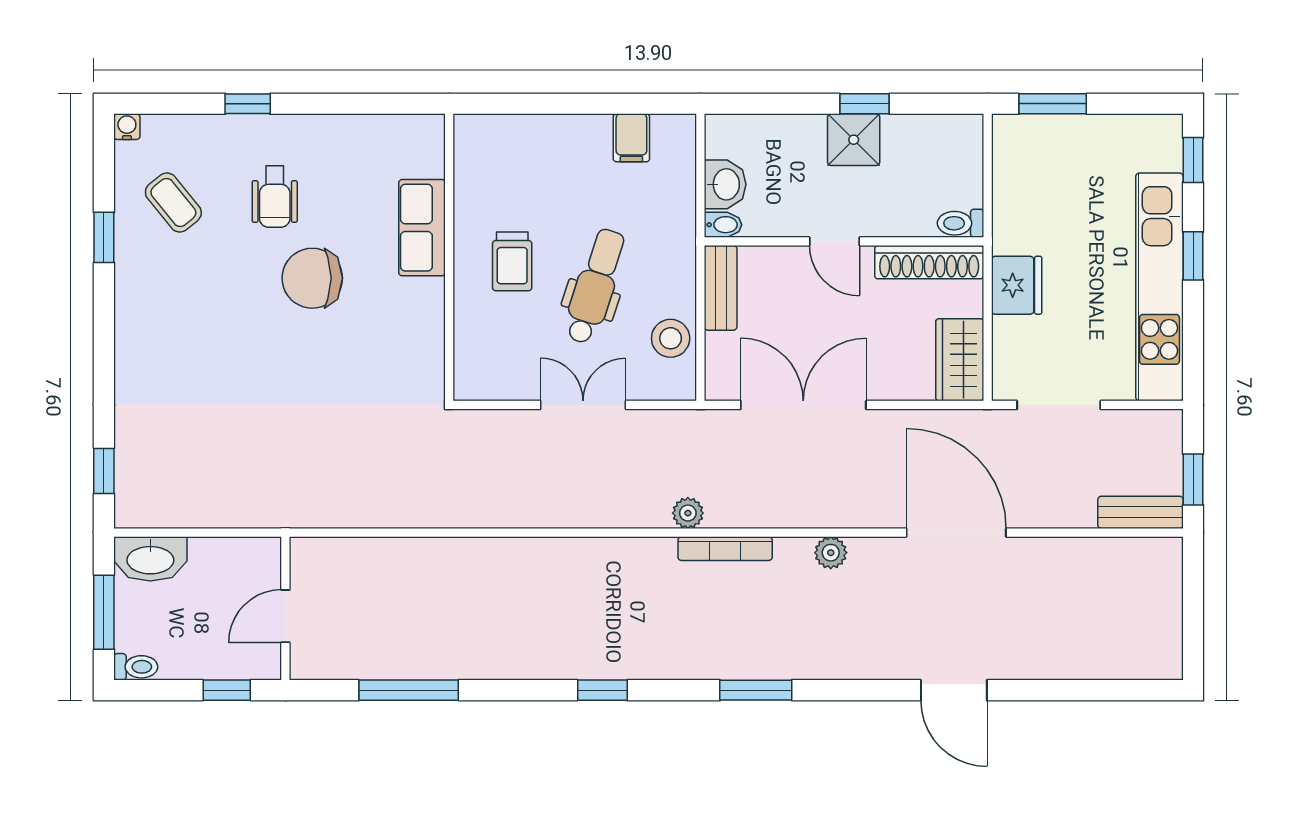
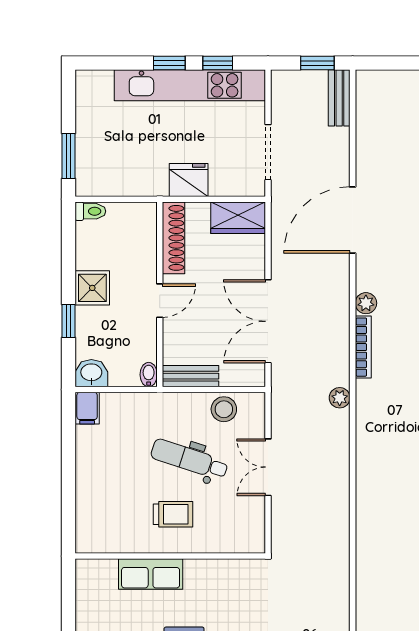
window: (865, 104) -> (68, 321), moved
filing cabinet: (631, 138) -> (87, 408), moved, turned 90
window: (1193, 160) -> (218, 63), moved
washbasin: (725, 184) -> (91, 373), moved
toilet: (960, 223) -> (90, 211), moved, turned -90
bookcase: (725, 549) -> (363, 347), moved

